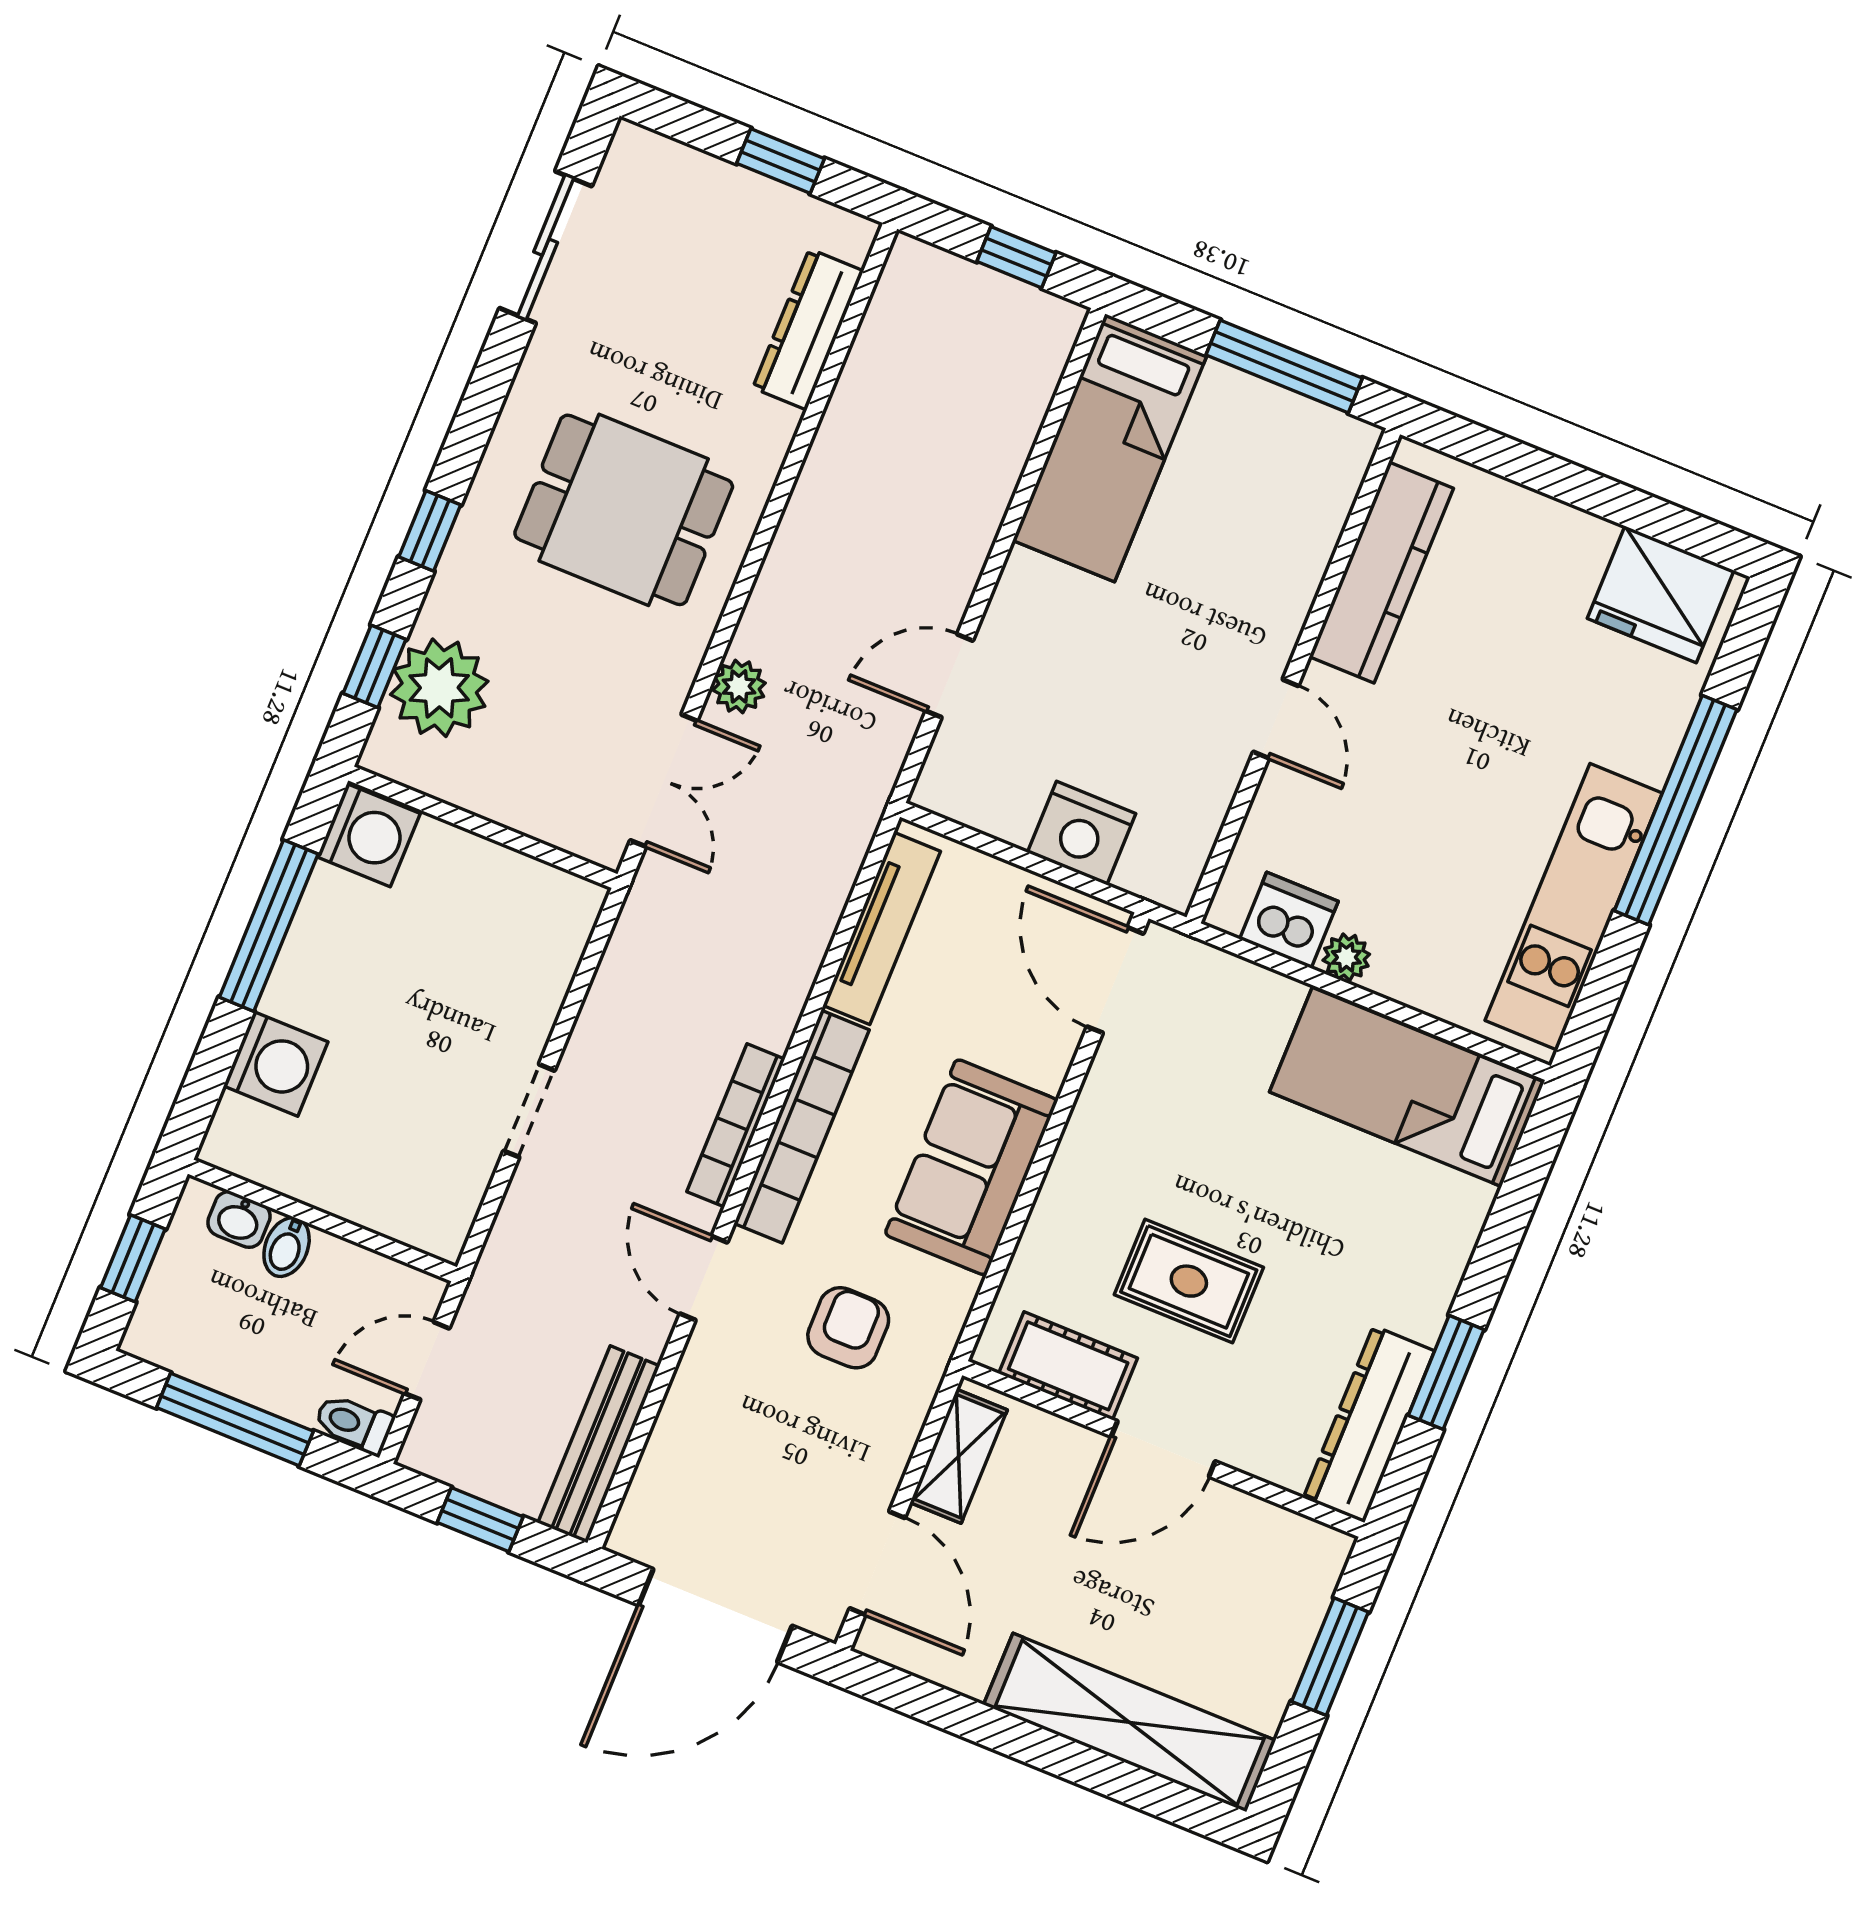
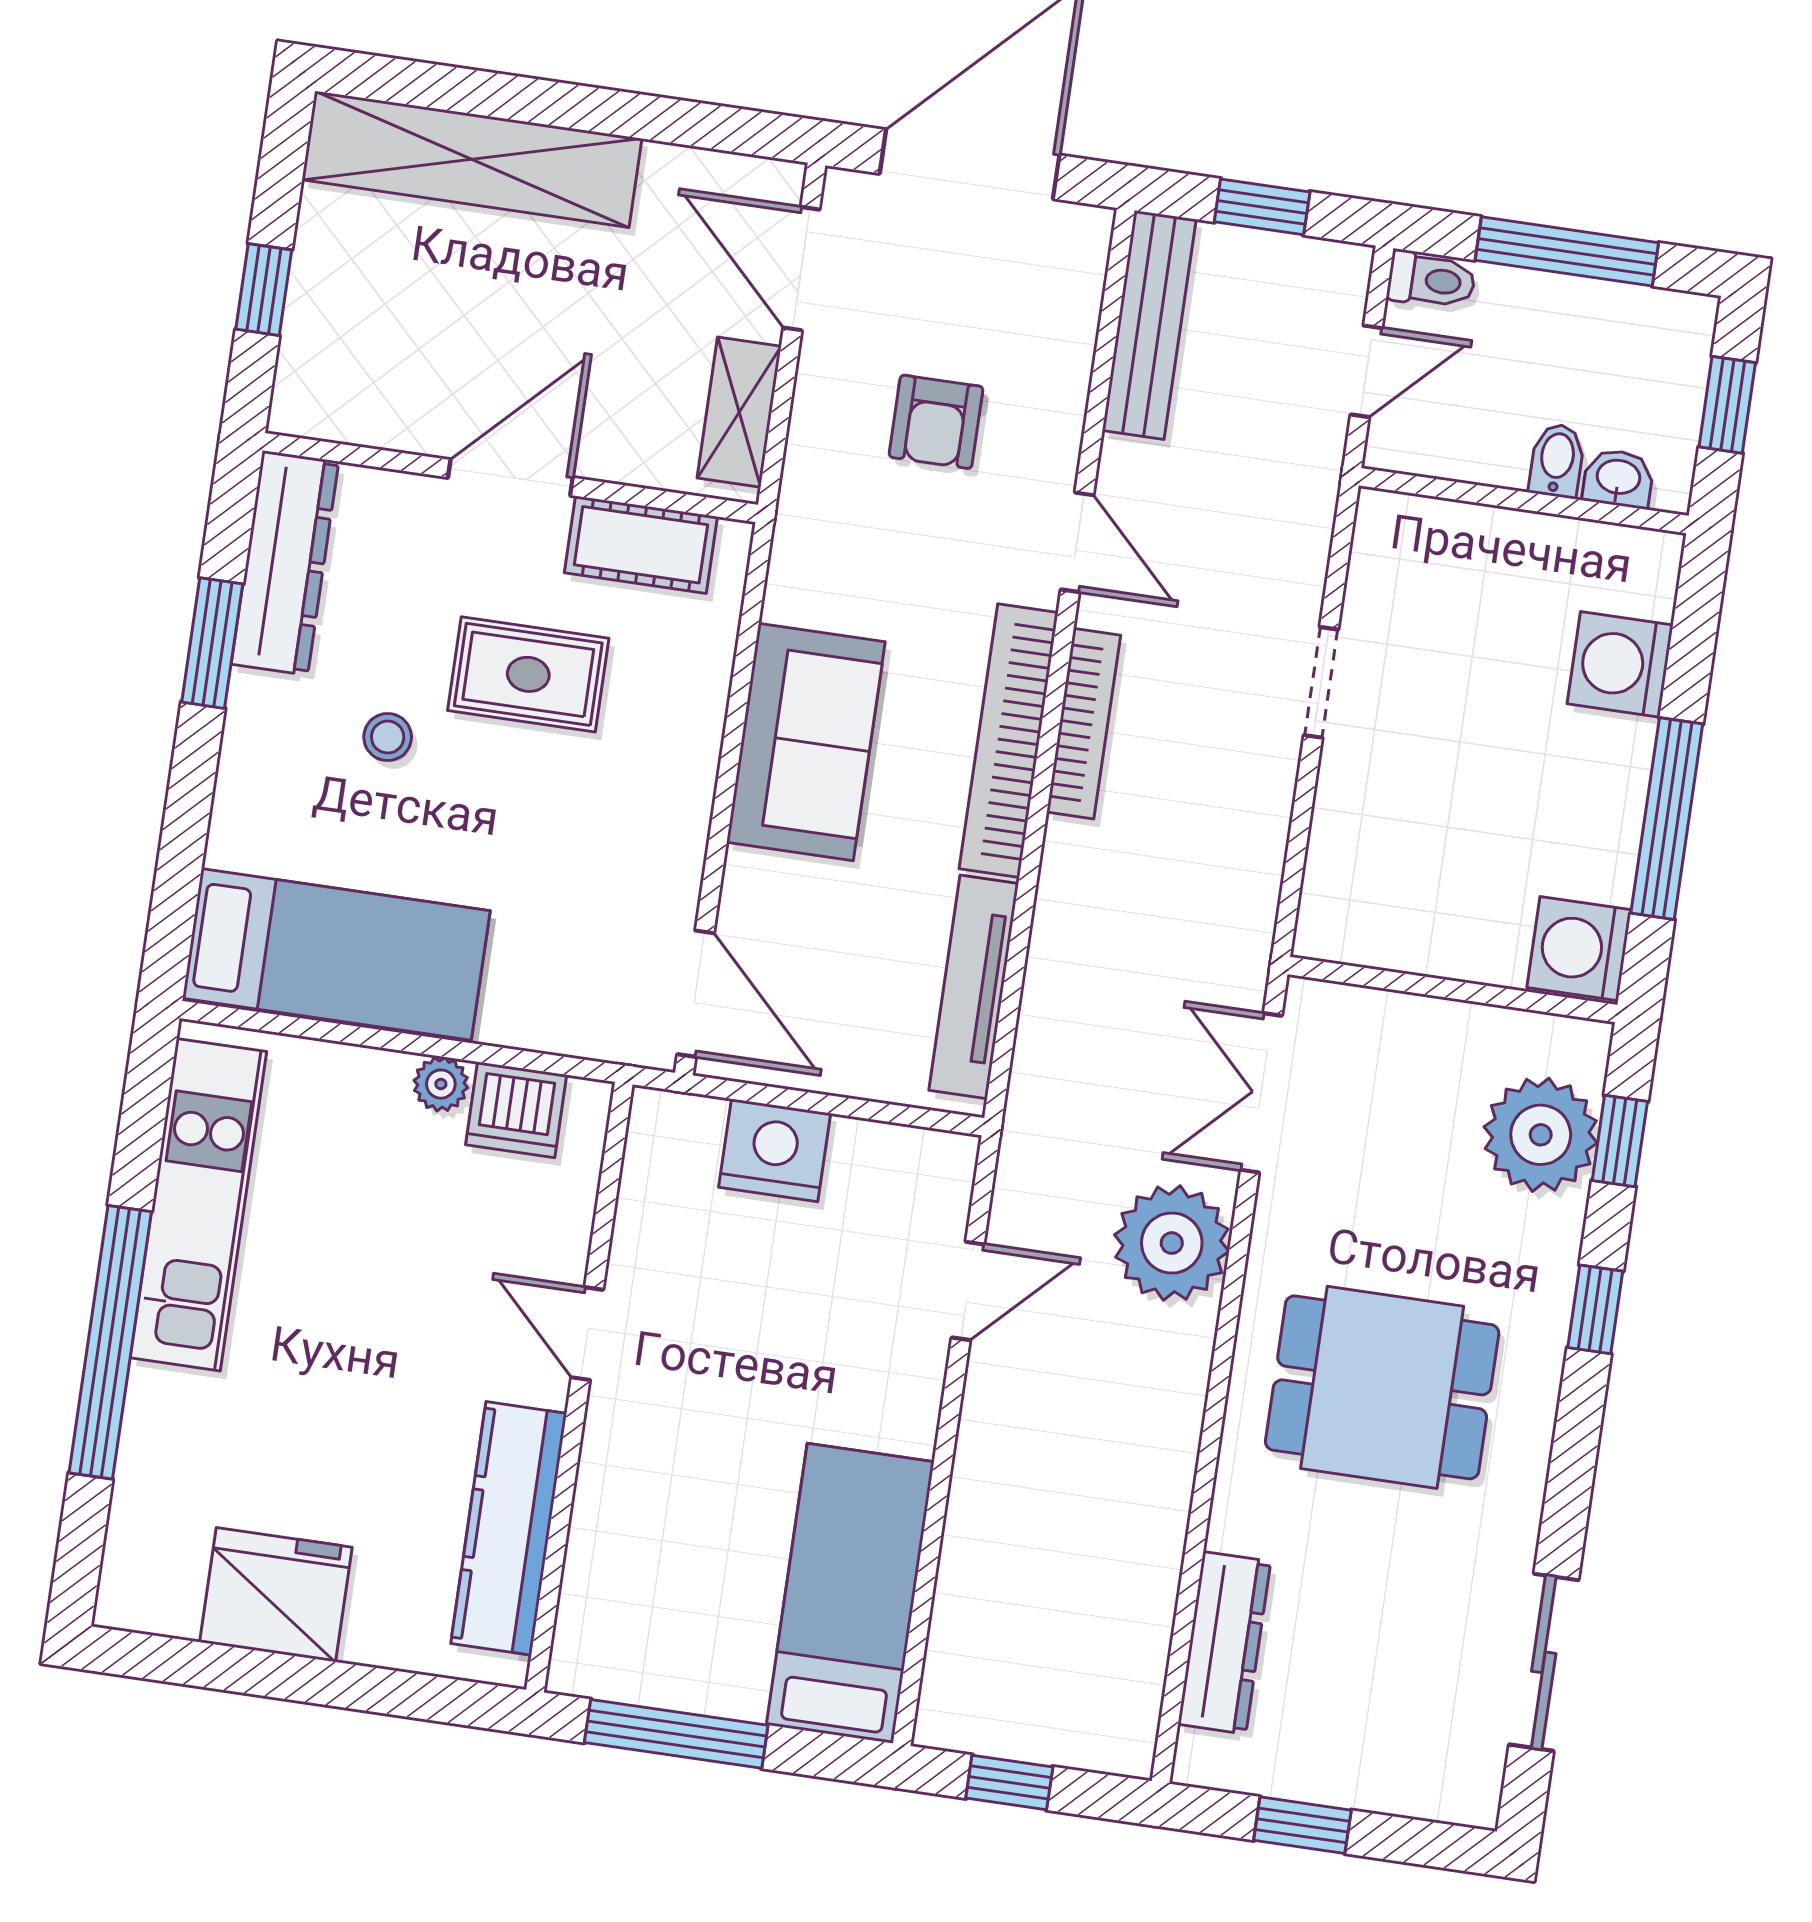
fridge: (1661, 594) -> (276, 1595), moved
plant: (739, 686) -> (1172, 1243), width x1.88, depth x1.88
stool: (1319, 1258) -> (388, 737), added
armchair: (848, 1328) -> (936, 422), moved
window: (1330, 1657) -> (264, 290), width x0.67

